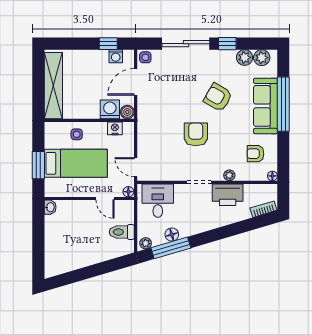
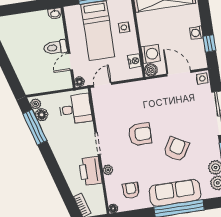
washing machine: (116, 56) -> (196, 33), moved
toilet: (122, 232) -> (55, 47), moved, turned -90
floor lamp: (172, 235) -> (42, 115), moved

